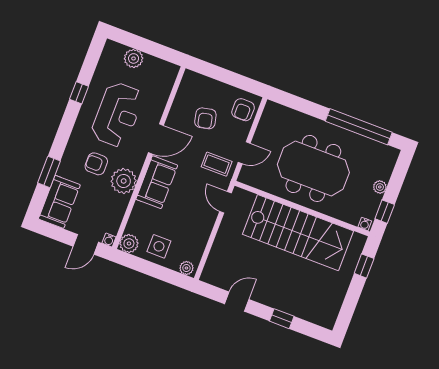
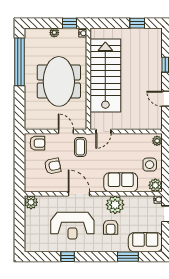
plant: (134, 58) -> (31, 202), moved
reception desk: (117, 115) -> (72, 226), turned 180
sofa: (157, 182) -> (121, 182), moved
window: (364, 266) -> (137, 23), moved

